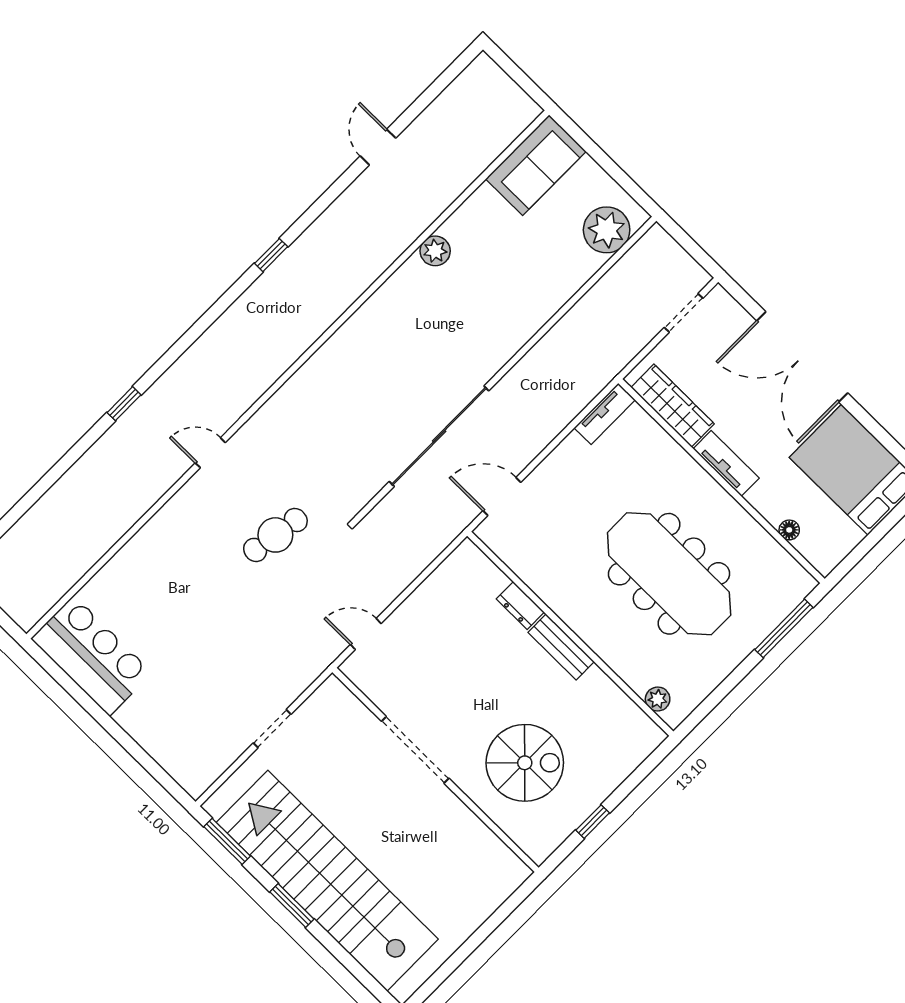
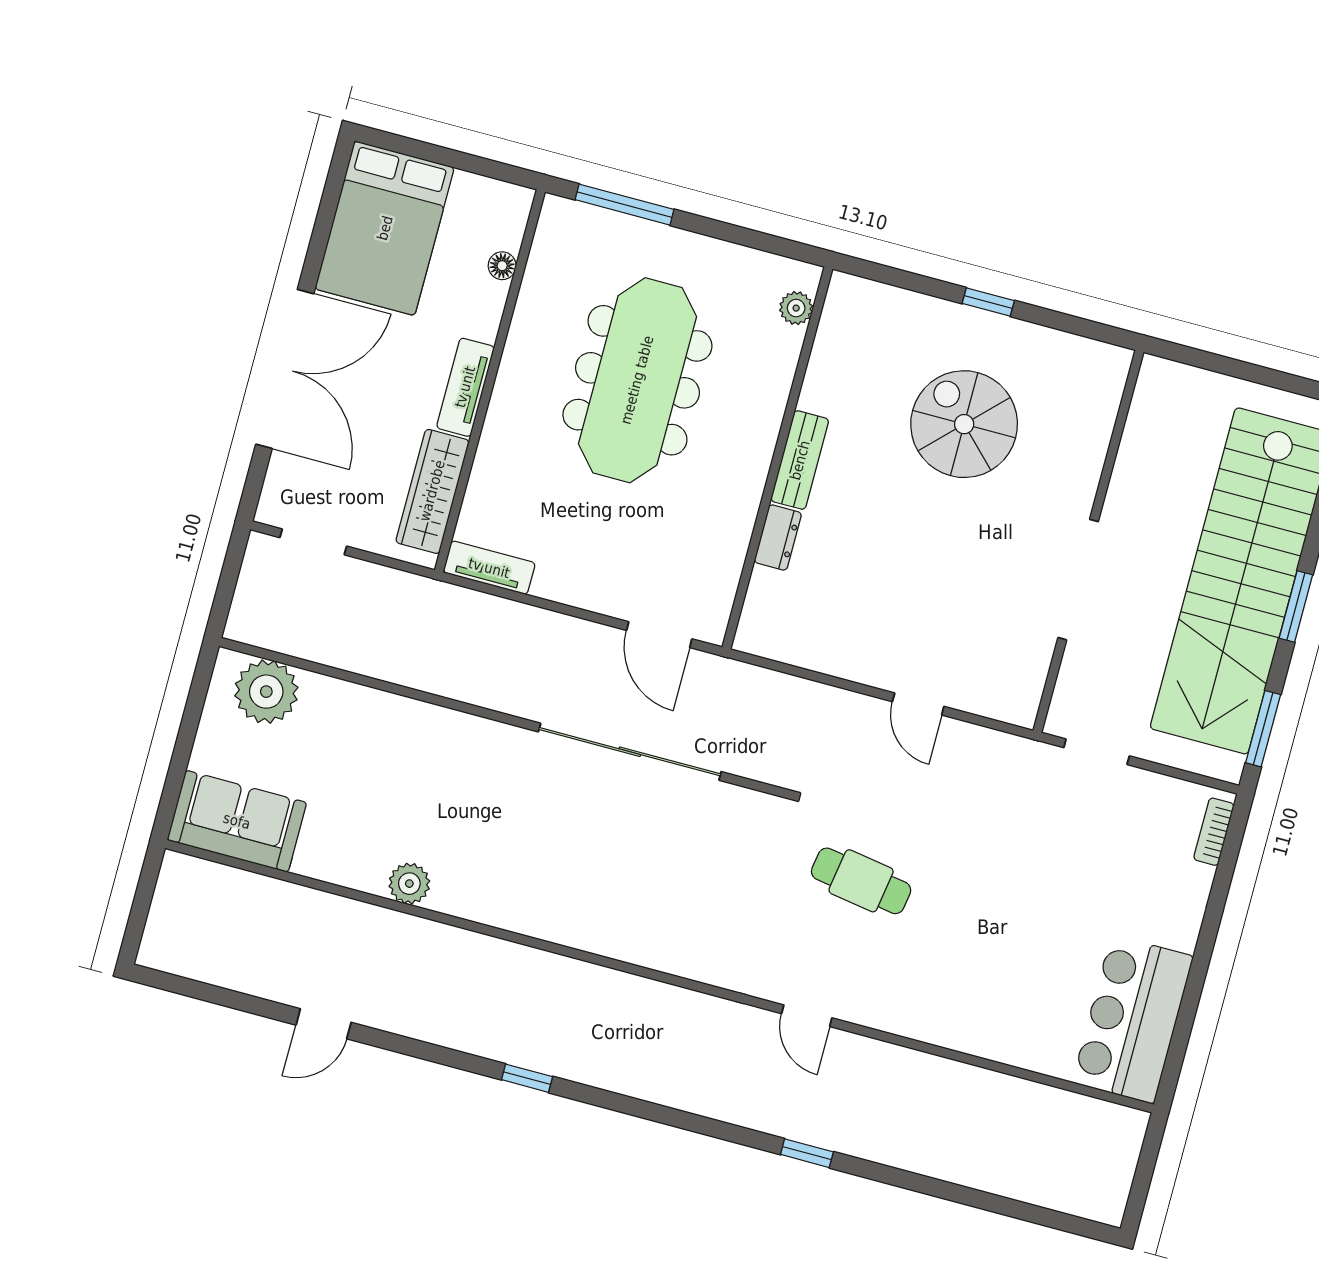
doorway: (415, 750) -> (1078, 580), moved
wall: (436, 770) -> (1088, 541), moved
bookcase: (180, 774) -> (1214, 832), added

